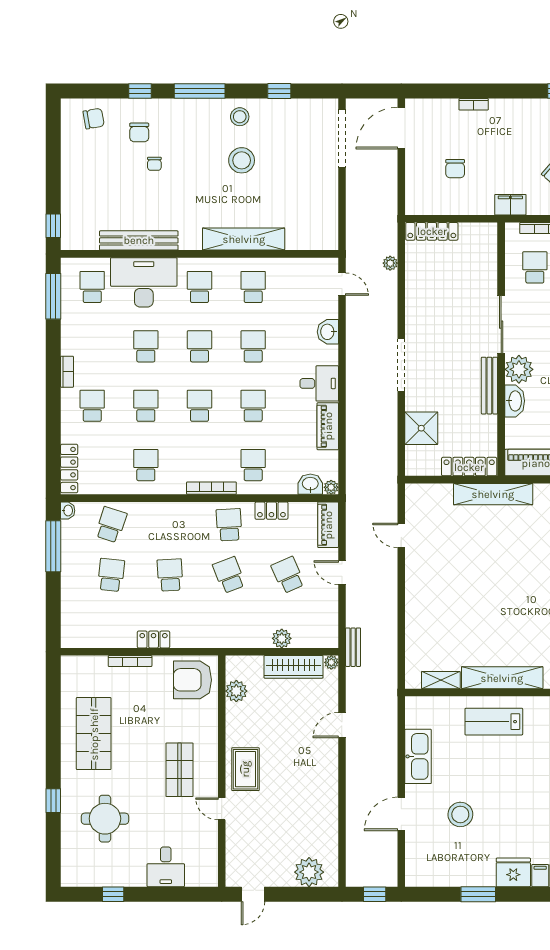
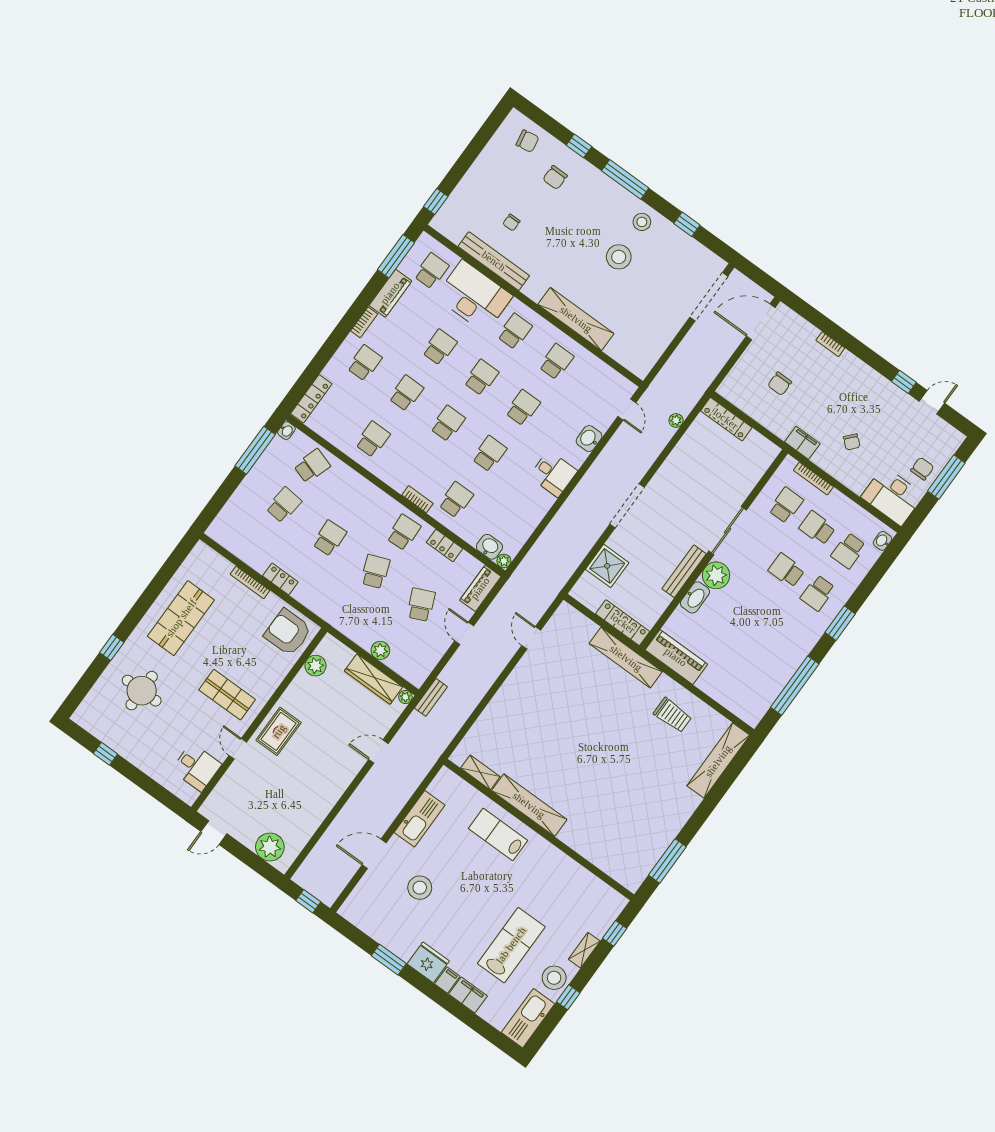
chair: (154, 164) -> (511, 223), moved
piano: (328, 426) -> (390, 293), moved, turned 180
bookcase: (211, 488) -> (418, 499), width x0.64
shop shelf: (179, 770) -> (227, 695), turned 90
desk: (166, 867) -> (196, 767), moved, turned -90

